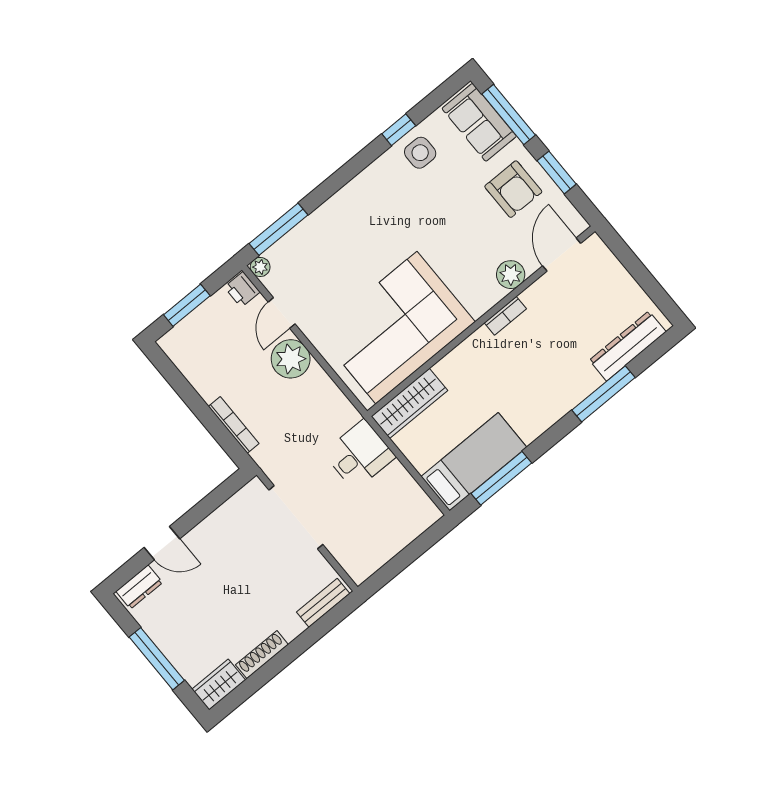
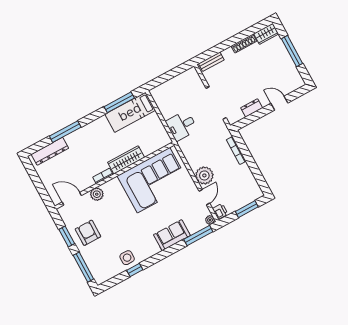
sofa: (479, 122) -> (172, 235), moved, turned -90
door: (562, 255) -> (72, 199), swing flipped
wardrobe: (409, 403) -> (126, 160), moved
dresser: (139, 587) -> (252, 108), moved

